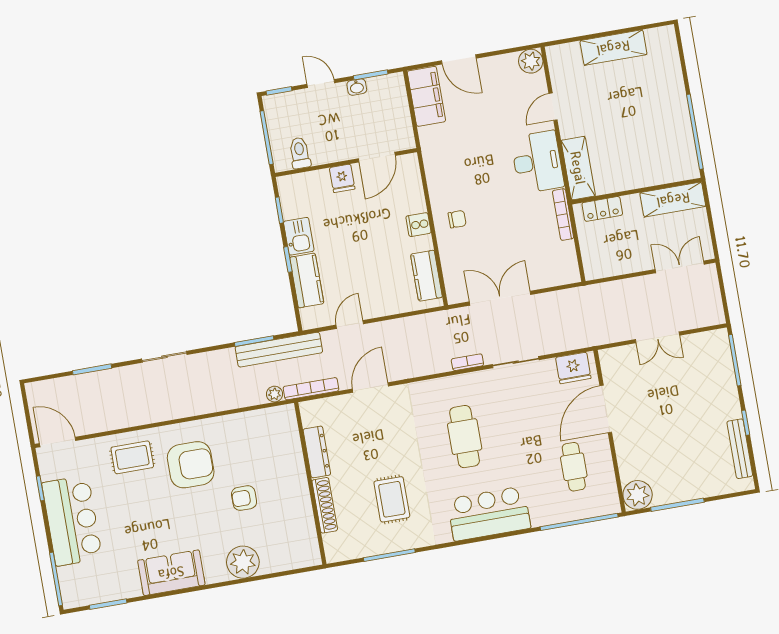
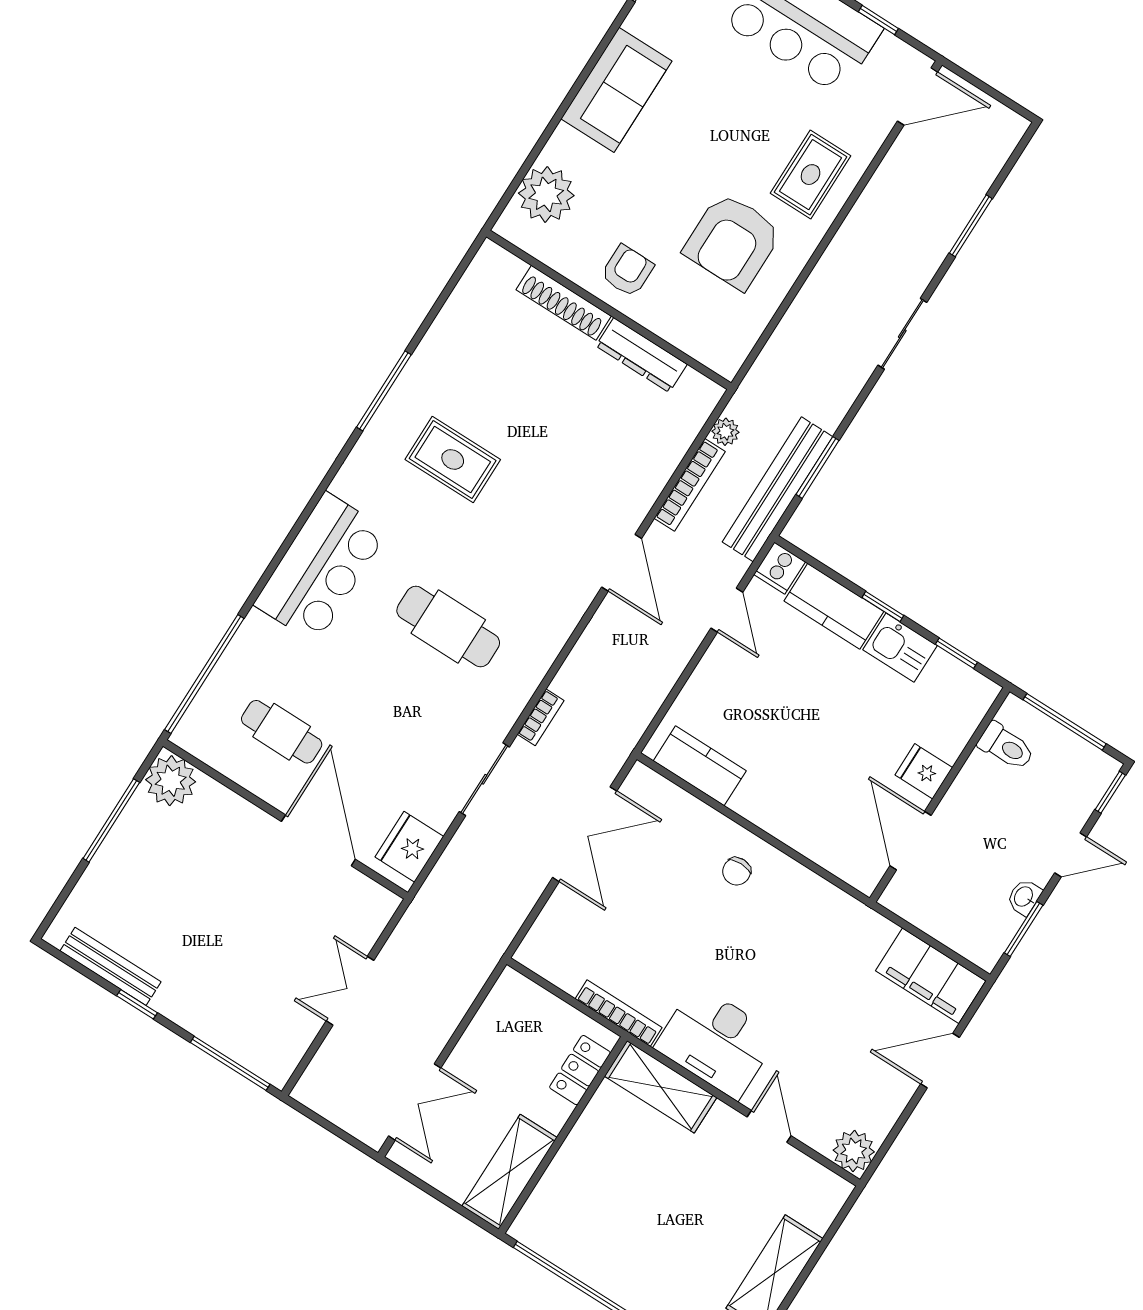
cooker: (418, 225) -> (780, 568), moved, turned 180
dresser: (317, 452) -> (642, 355), moved
wall: (310, 483) -> (609, 310), moved
shoe rack: (325, 505) -> (564, 303), moved

